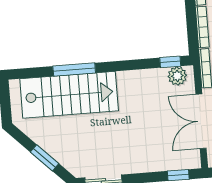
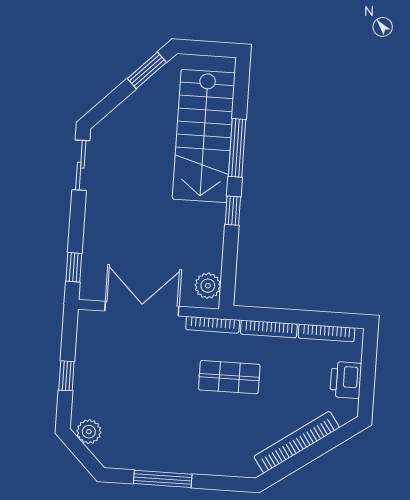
window: (170, 62) -> (233, 211), moved
window: (45, 158) -> (147, 70), moved

